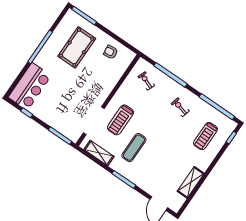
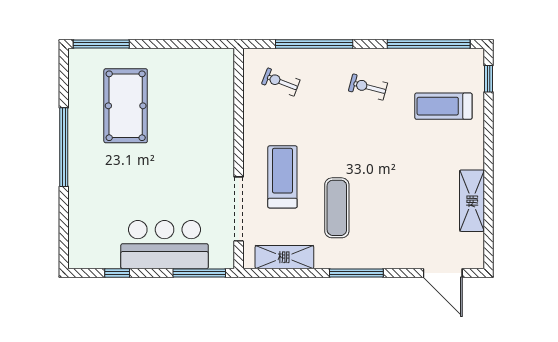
armchair: (111, 52) -> (188, 75), removed
bar counter: (30, 86) -> (165, 245), moved, turned -90
treadmill: (121, 120) -> (282, 177), turned 180
treadmill: (205, 136) -> (443, 106), turned 90

